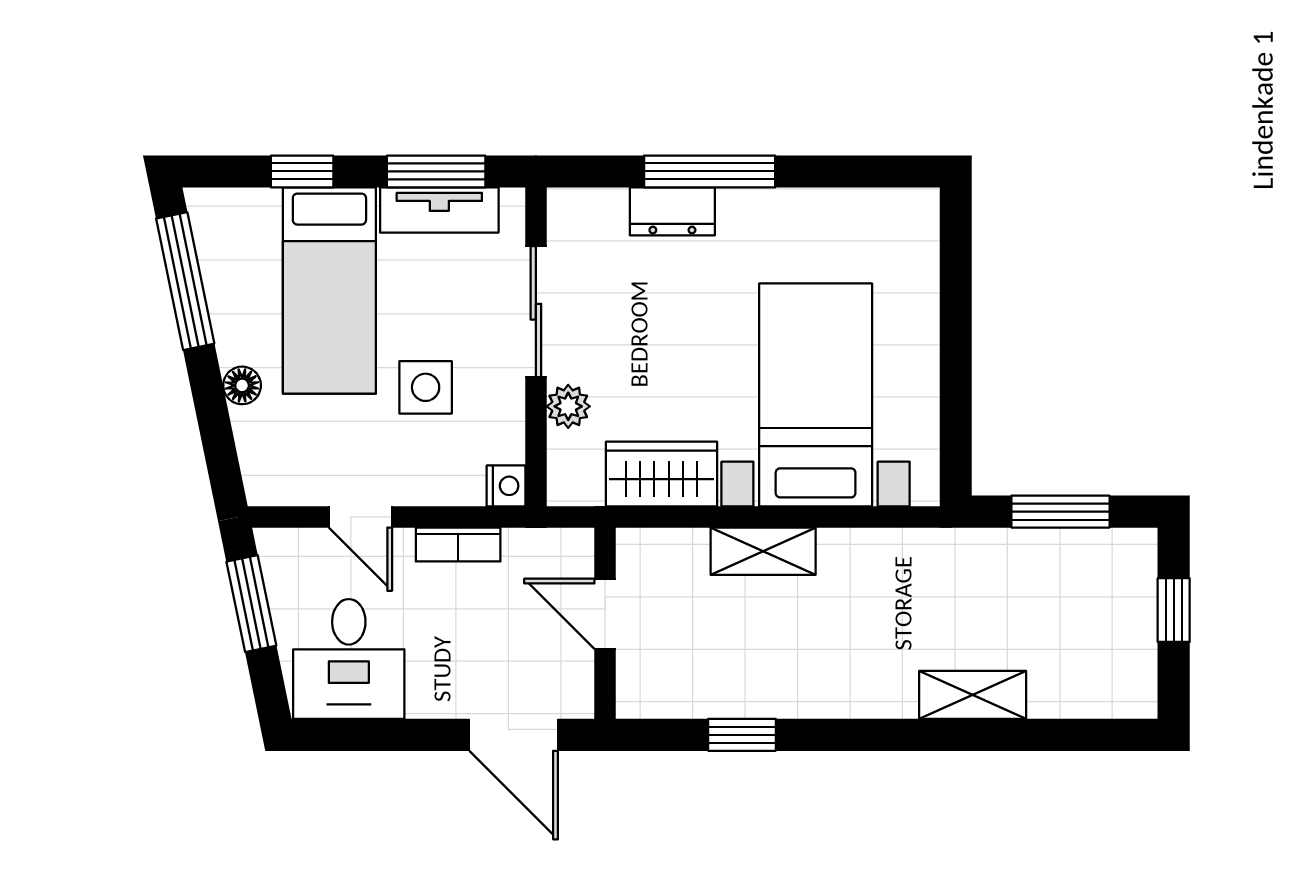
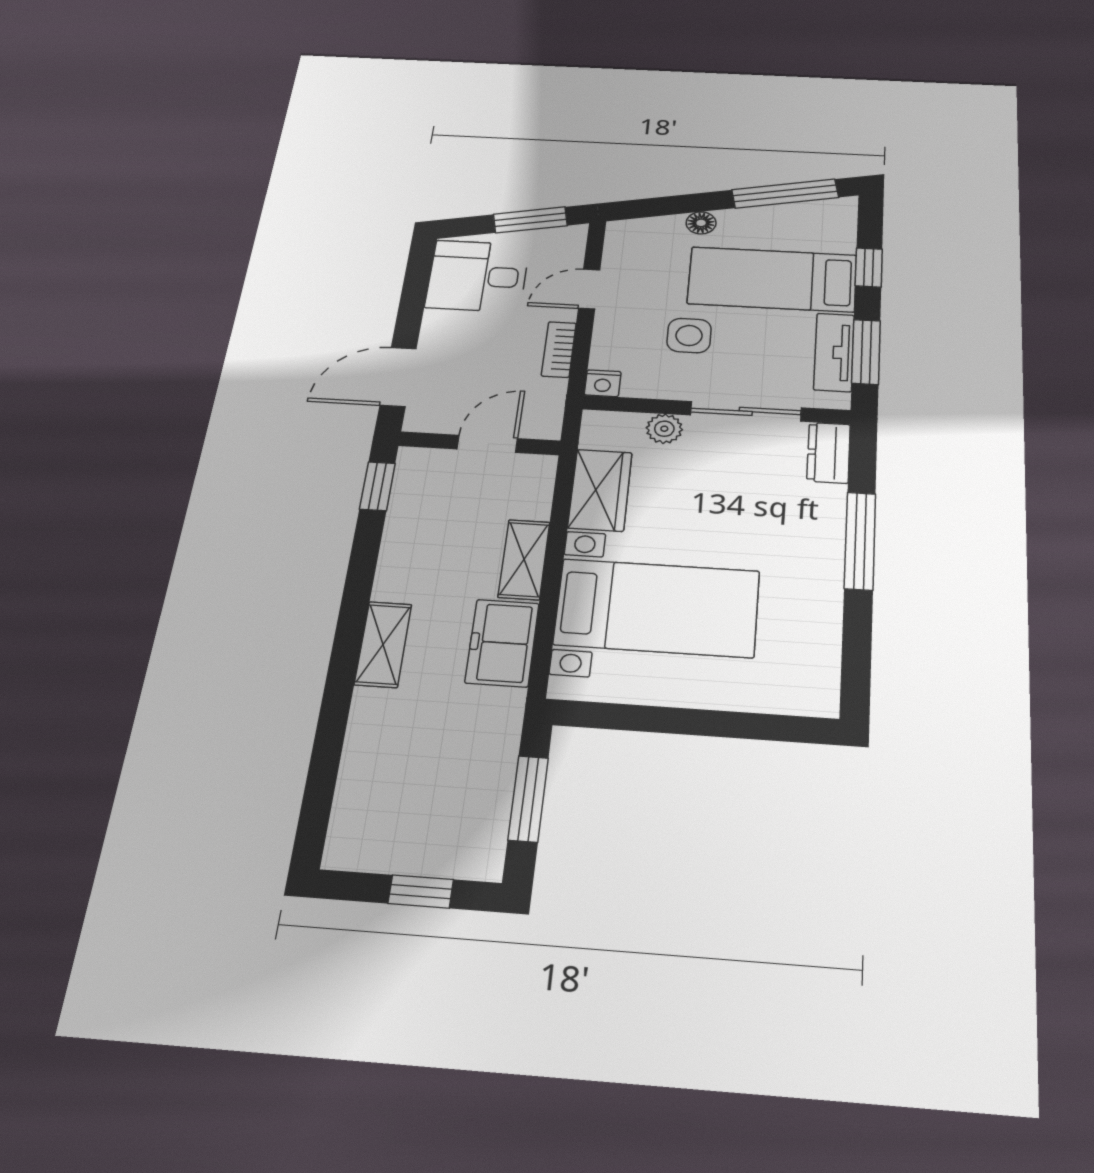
dresser: (672, 211) -> (829, 453), moved
freezer: (874, 563) -> (502, 643), added
shelving: (973, 695) -> (383, 644), moved
window: (742, 735) -> (377, 486), moved

